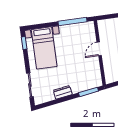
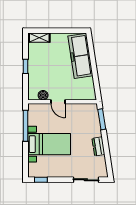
boiler: (103, 34) -> (43, 95), added
bed with nightstands: (44, 48) -> (49, 144), moved

